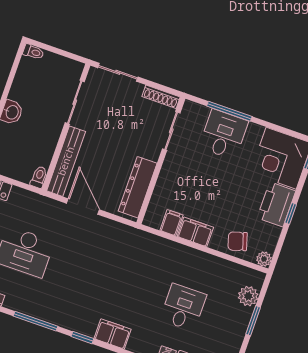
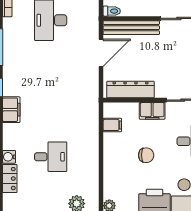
filing cabinet: (195, 232) -> (152, 111), moved, turned 90
chair: (238, 241) -> (146, 155), moved, turned 107

